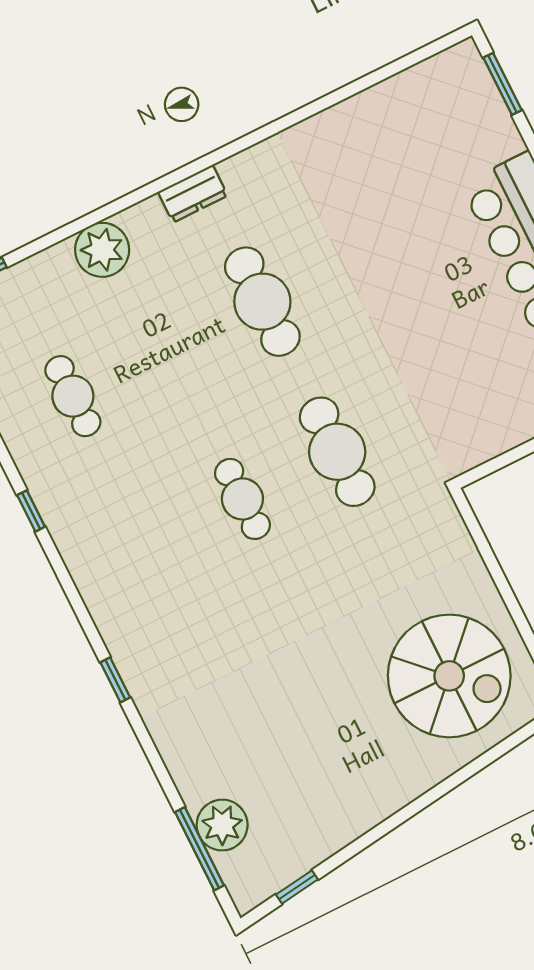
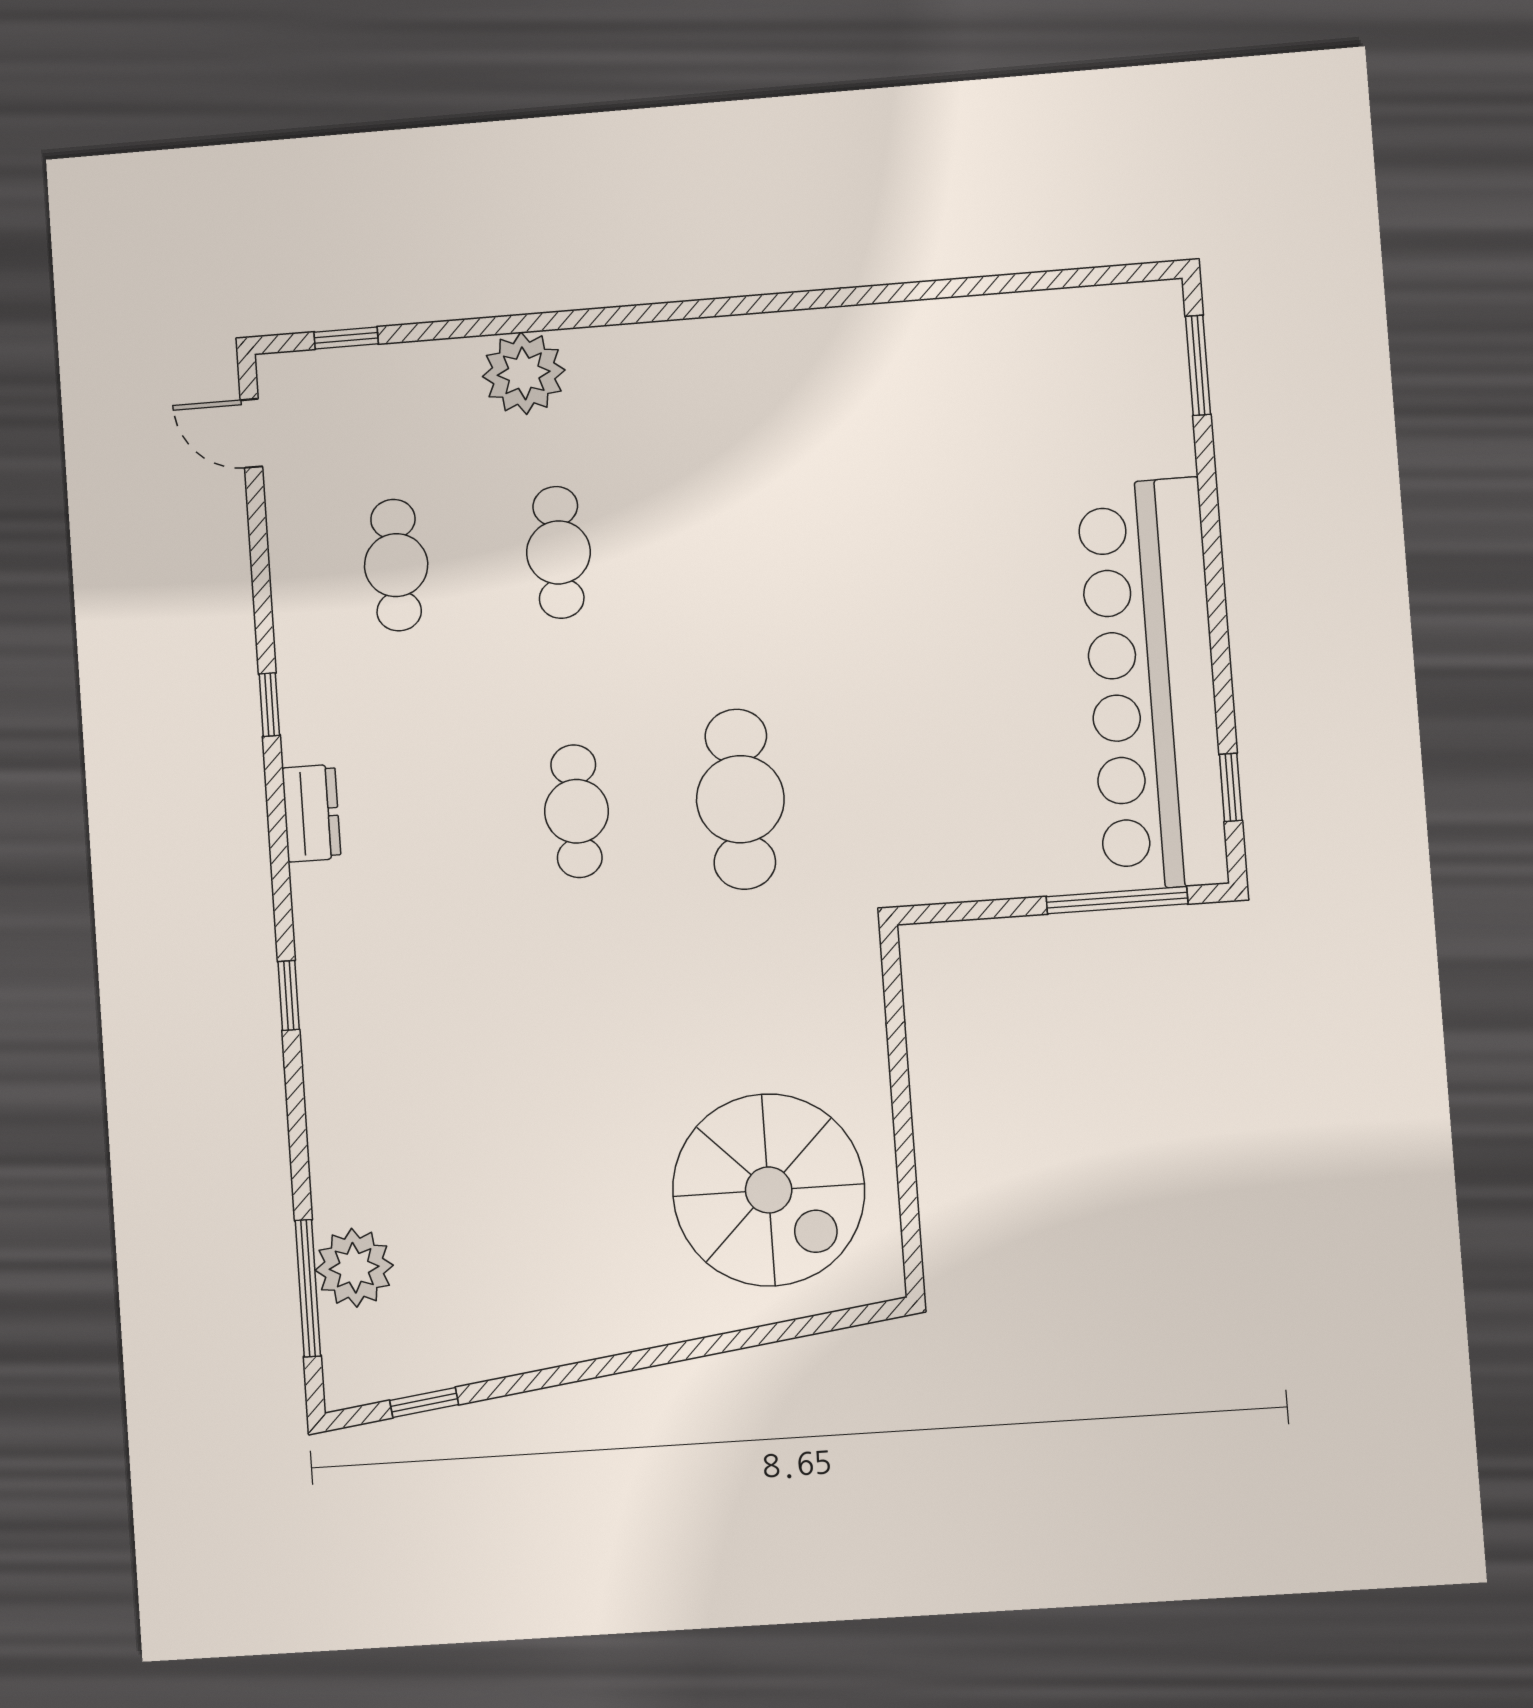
dresser: (193, 194) -> (311, 813), moved, turned -90
cafe table: (262, 302) -> (558, 552), moved, width x0.73, depth x0.74

